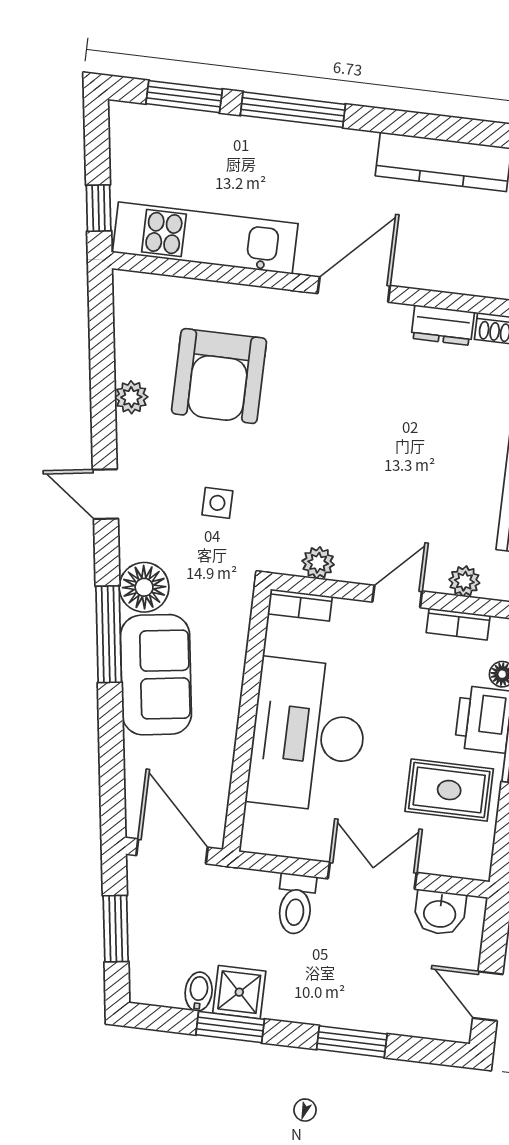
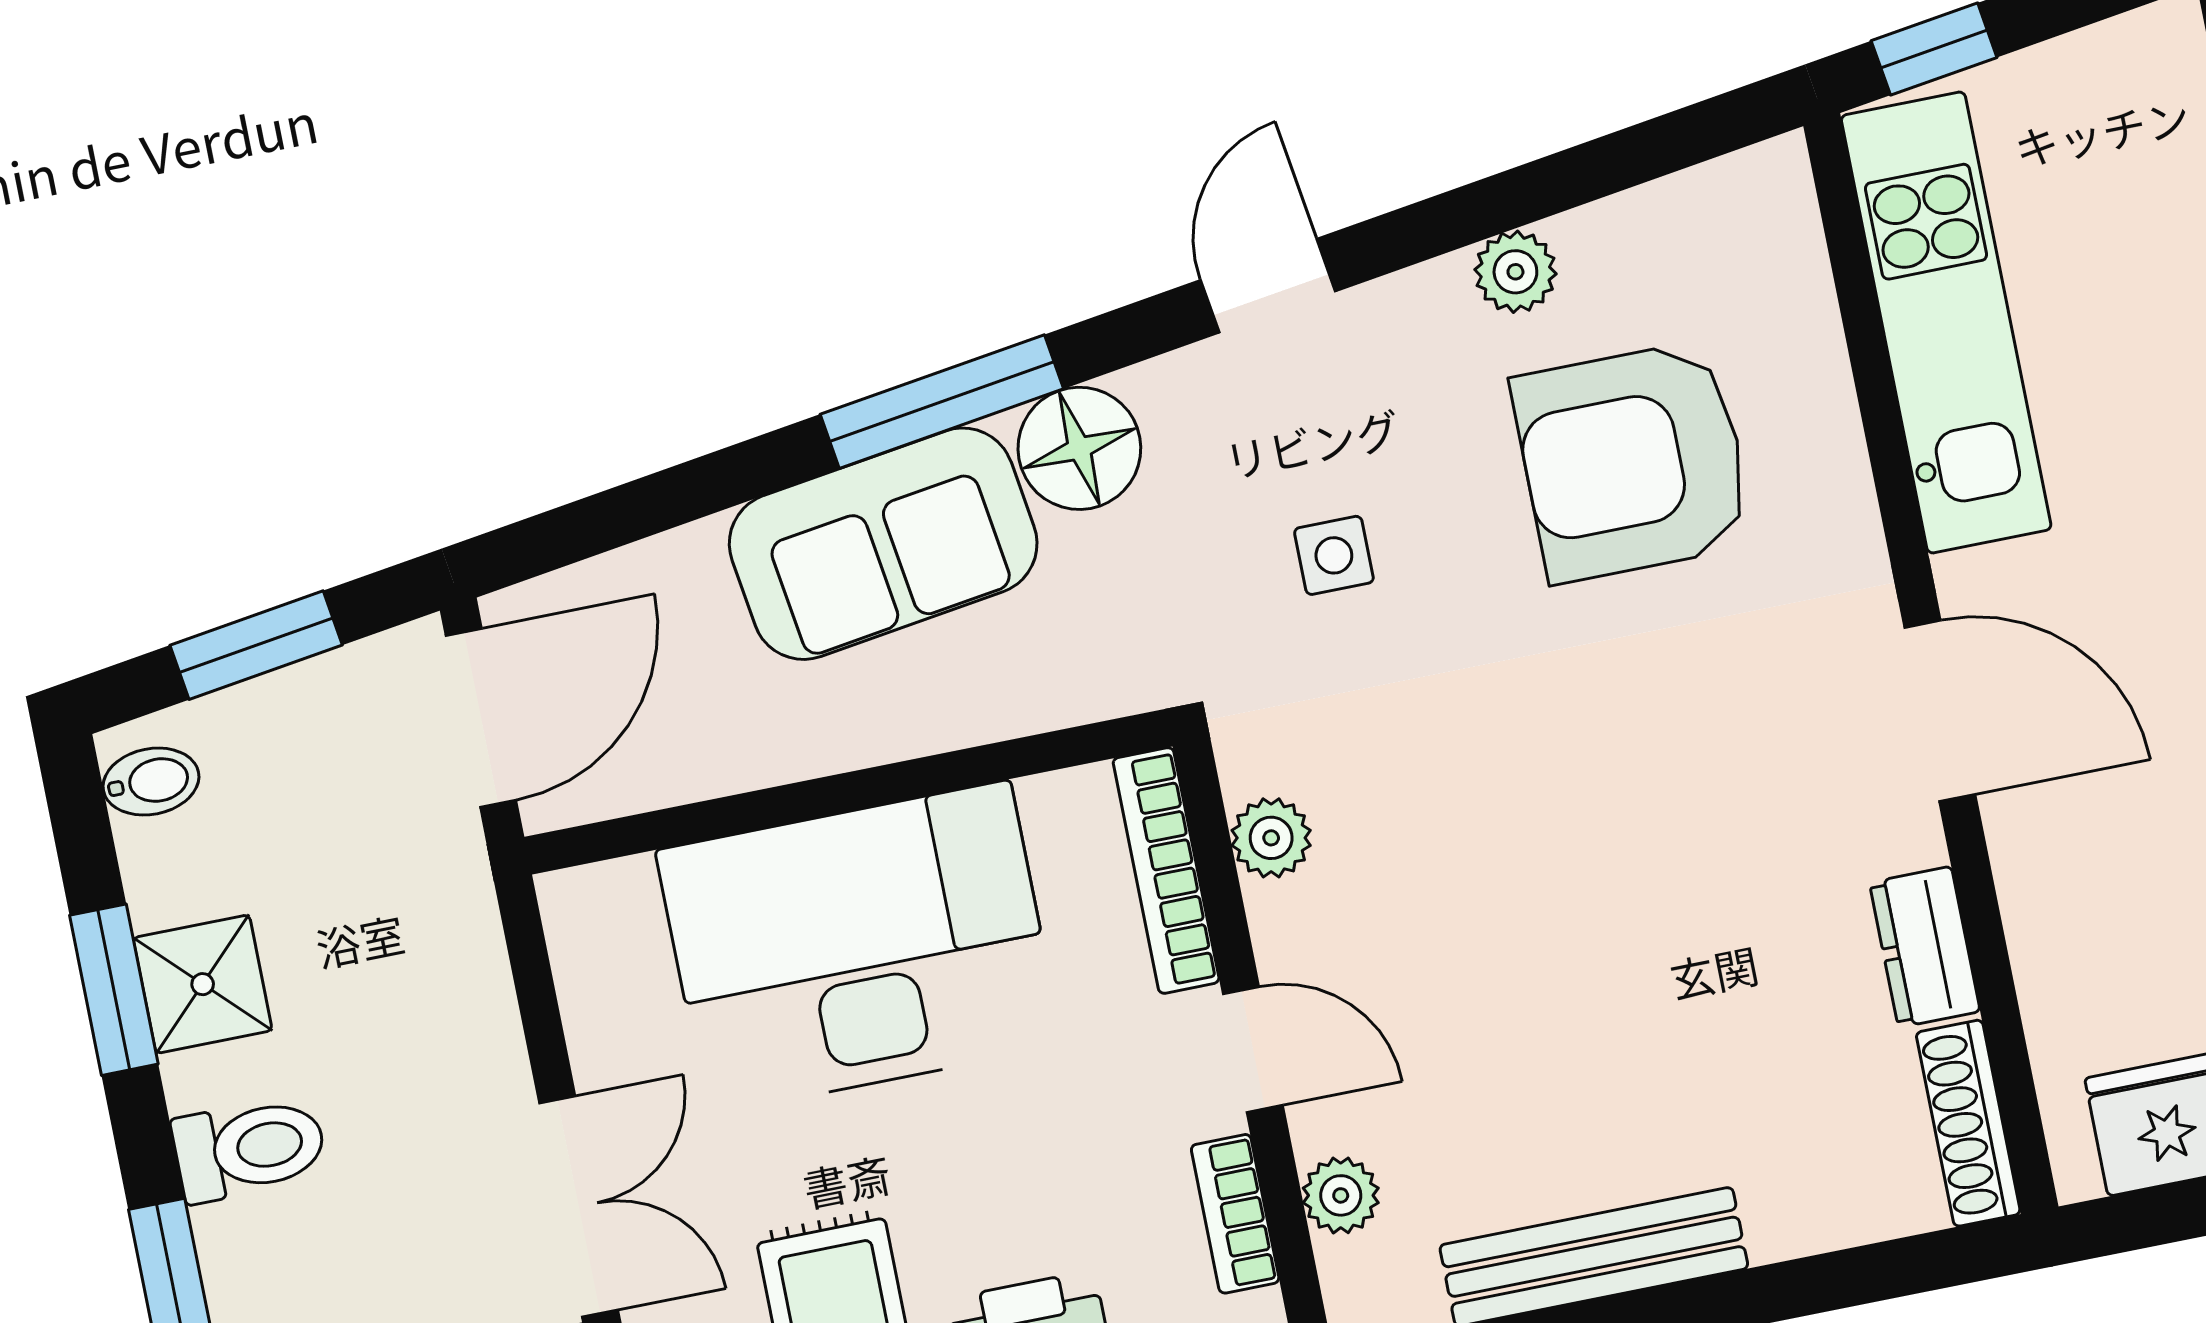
bookcase: (300, 605) -> (1166, 870), width x1.56
toilet: (296, 904) -> (249, 1149), moved, turned 180
bidet: (199, 992) -> (151, 782), moved

